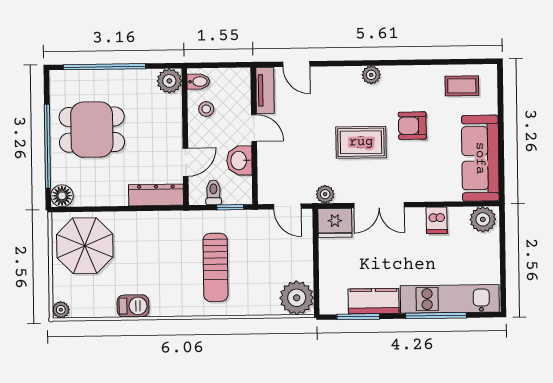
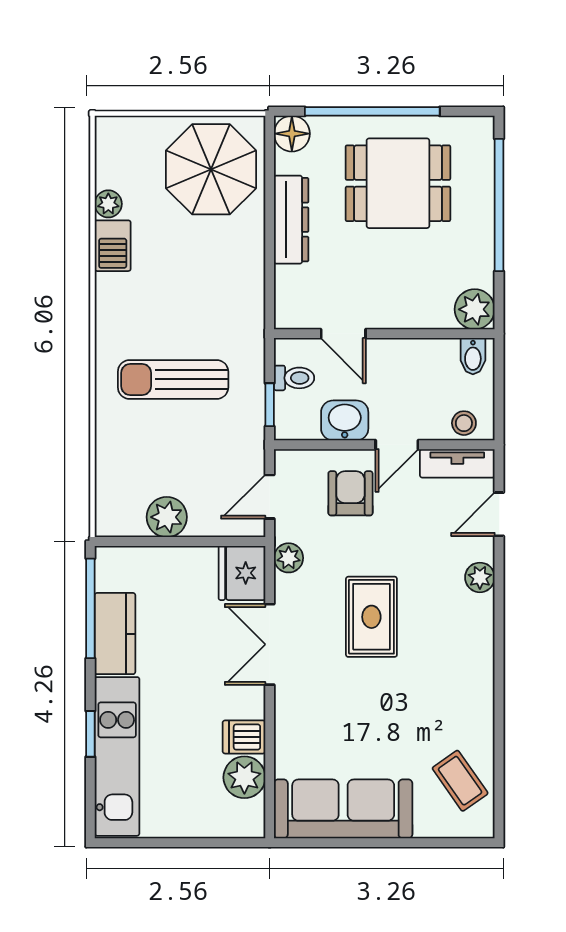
plant: (371, 75) -> (480, 577), moved
coffee table: (462, 86) -> (460, 781), turned -35
stool: (206, 109) -> (464, 423), moved
armchair: (412, 126) -> (350, 493), moved
dining table: (92, 130) -> (398, 183), turned 90
dresser: (156, 195) -> (291, 220), moved
plant: (483, 219) -> (244, 777), moved
plant: (297, 298) -> (167, 517), moved, width x0.73, depth x0.73
plant: (61, 310) -> (108, 204), moved
window: (436, 316) -> (90, 734), width x0.46
window: (358, 317) -> (90, 608), width x1.44

